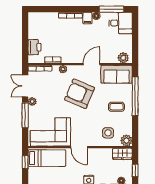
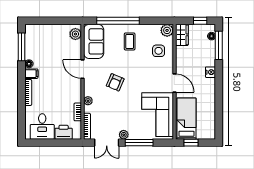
desk: (121, 23) -> (42, 126), moved, turned 180
armchair: (80, 94) -> (115, 82), width x0.53, depth x0.53
door: (79, 147) -> (174, 83), hinge flipped

